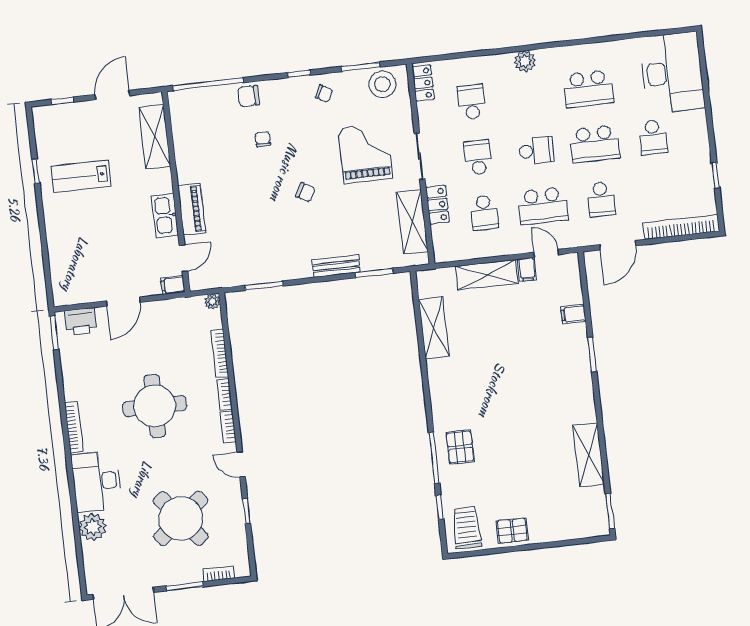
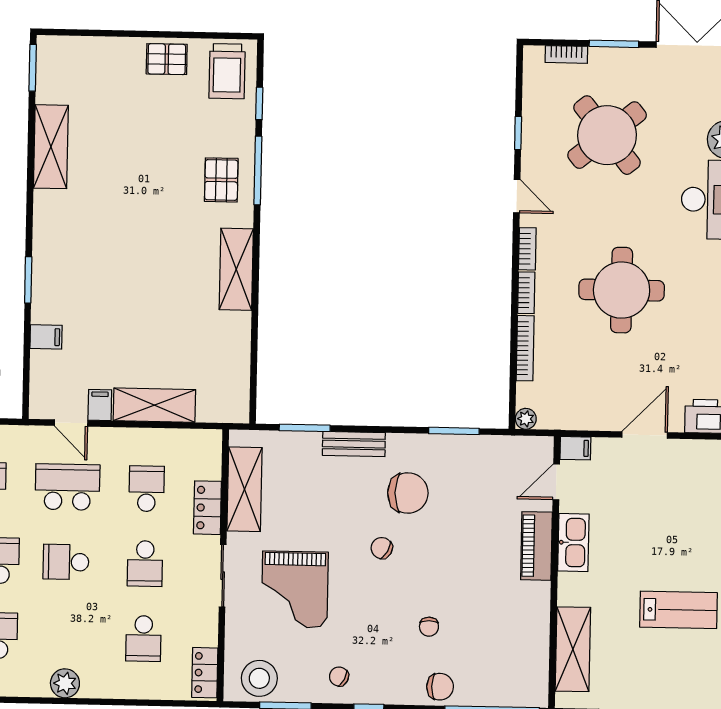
chair: (292, 235) -> (408, 493), added
shelving: (434, 328) -> (236, 269), moved

